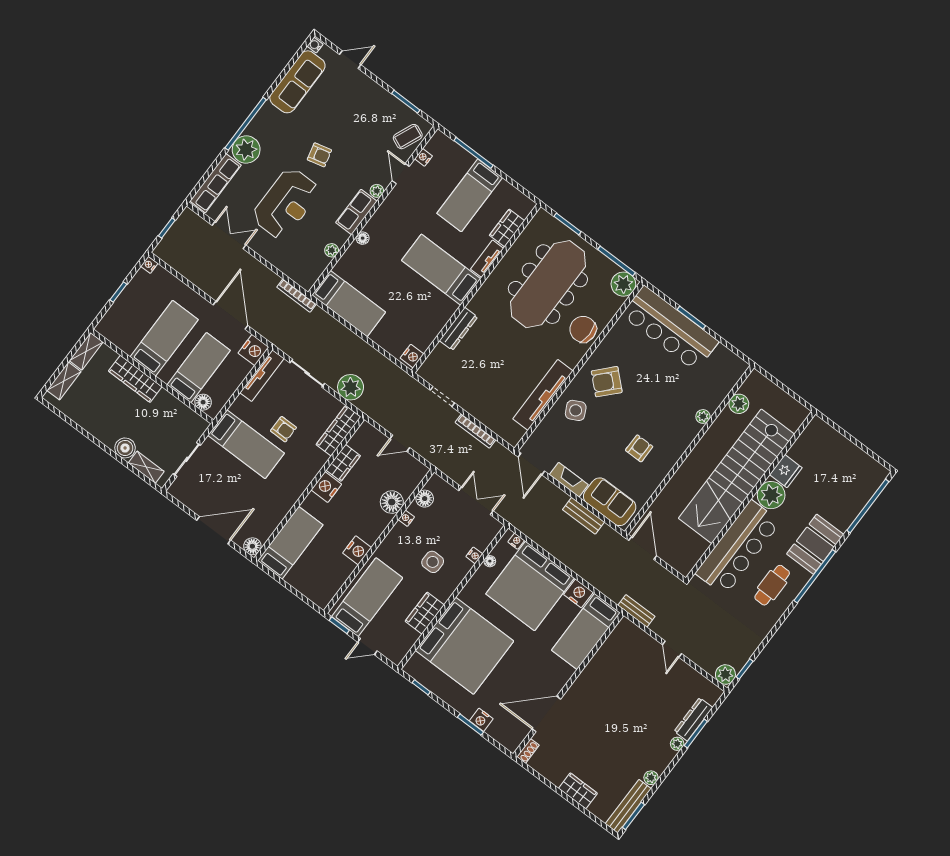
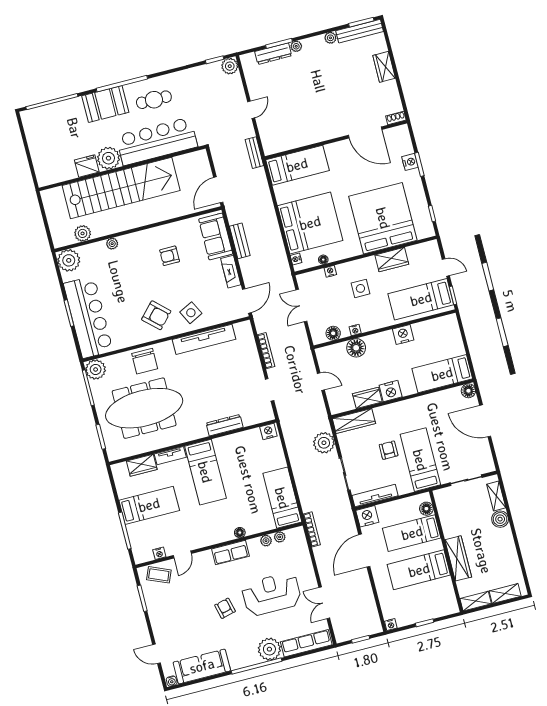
plant: (377, 191) -> (280, 537), moved
plant: (732, 368) -> (69, 260), added
nightstand: (578, 593) -> (283, 194), removed

